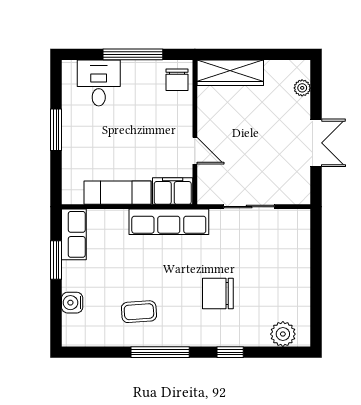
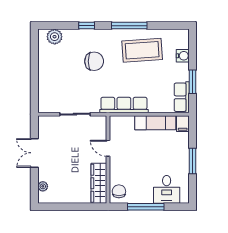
wardrobe: (230, 73) -> (99, 183), moved, turned -90
filing cabinet: (173, 191) -> (183, 124), moved, width x0.50
coffee table: (139, 312) -> (142, 50), width x1.86, depth x1.72

